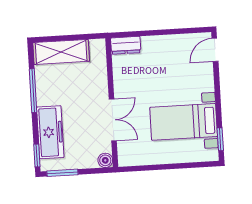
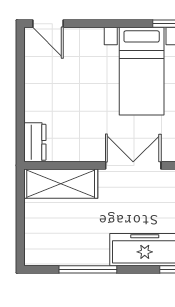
shelving: (61, 52) -> (61, 184), moved, turned 90

